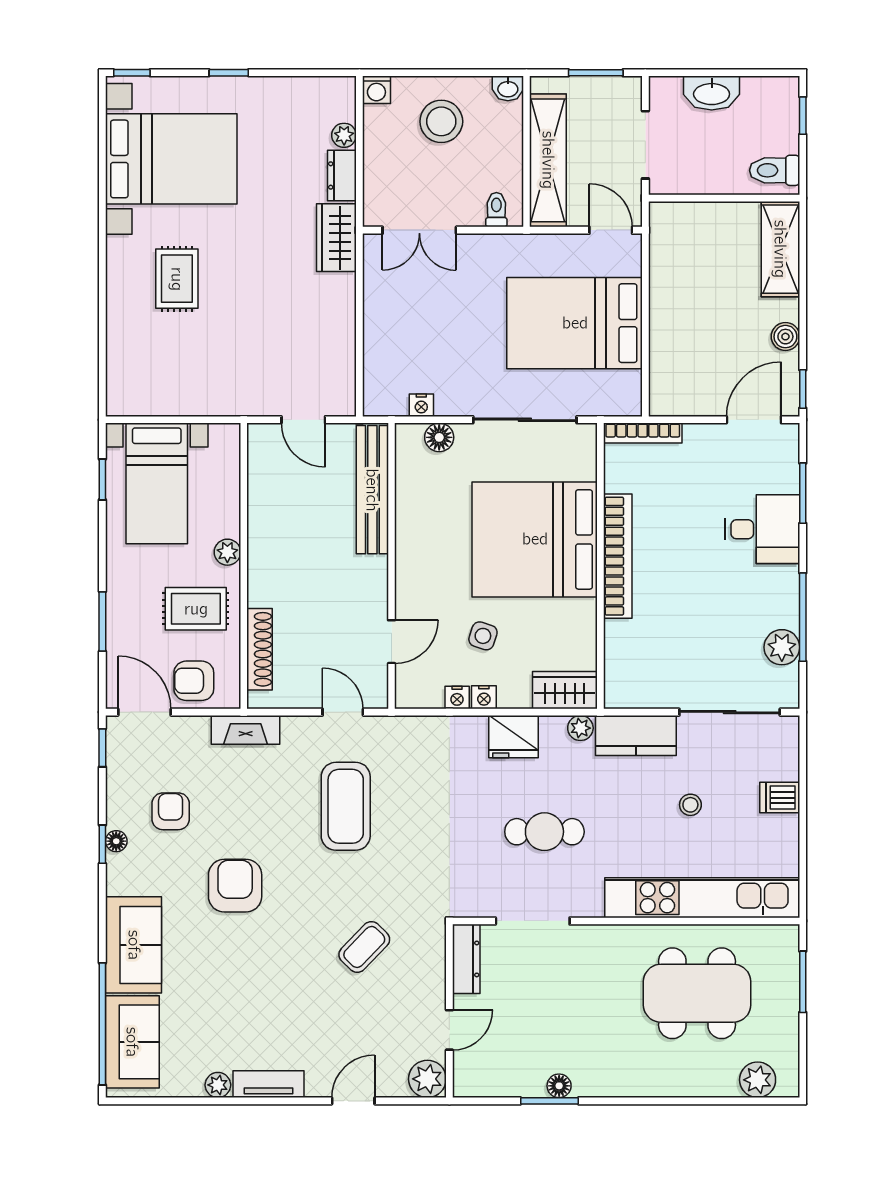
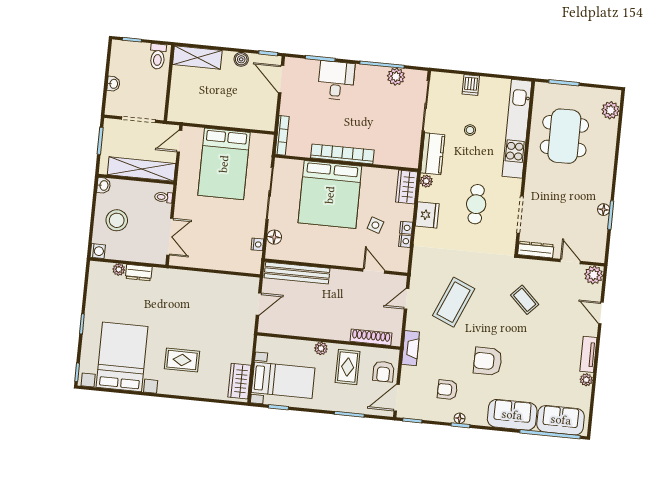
washbasin: (712, 93) -> (113, 84), width x0.52, depth x0.69
wardrobe: (336, 238) -> (239, 381), moved, turned 90
coffee table: (346, 806) -> (454, 302), turned -67

